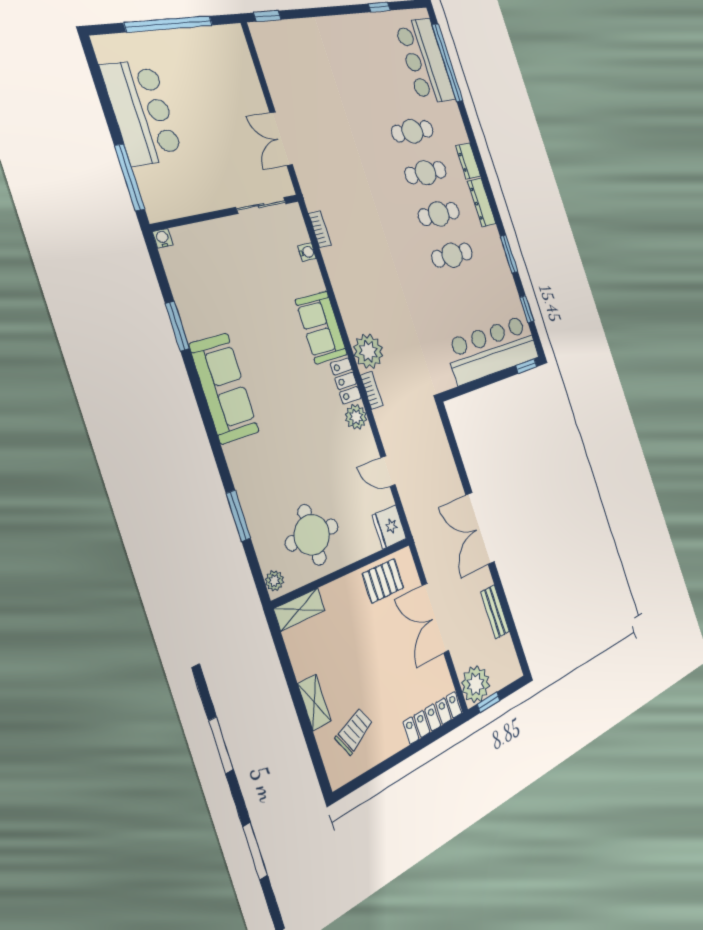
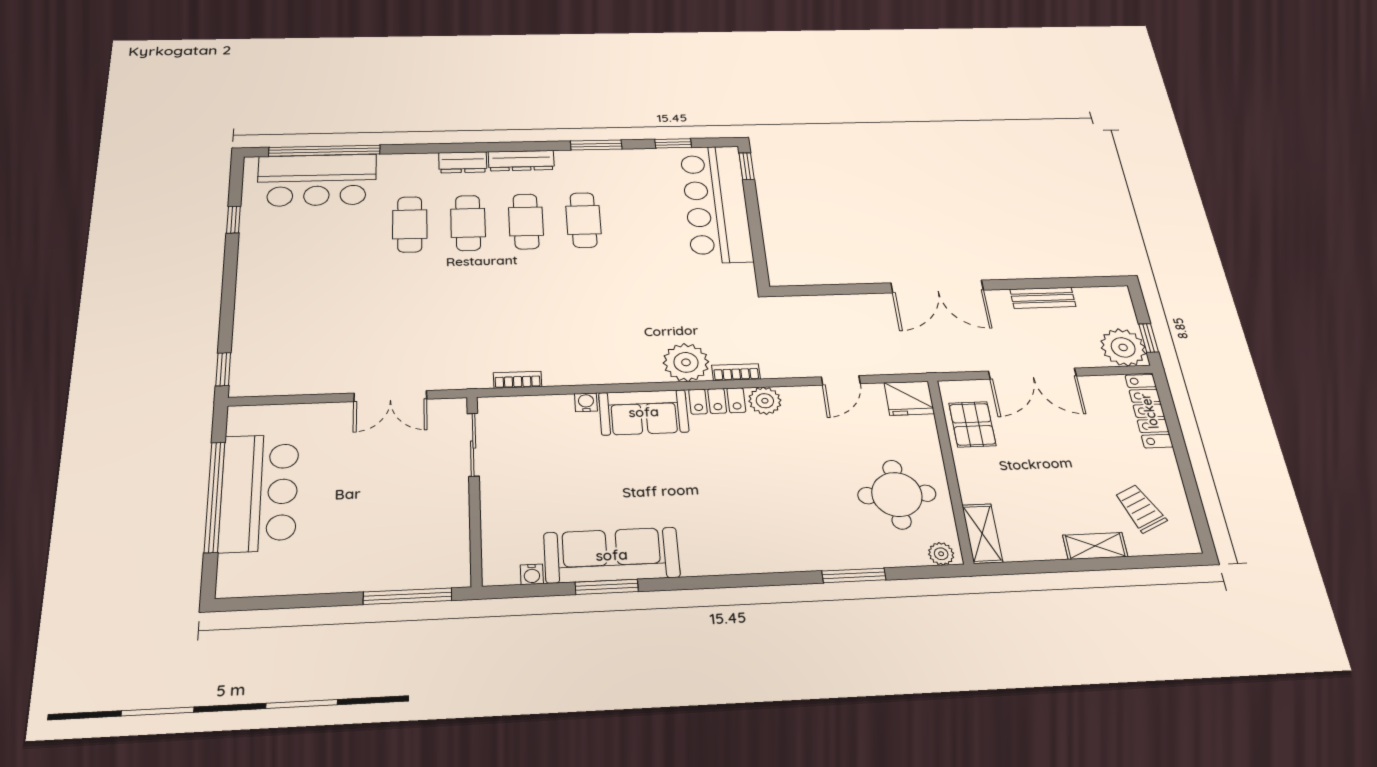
bar counter: (142, 112) -> (259, 492), moved, turned 90
water cooler: (163, 238) -> (532, 574), moved, turned -90
water cooler: (307, 252) -> (586, 402), moved
sofa: (224, 388) -> (612, 555), moved

